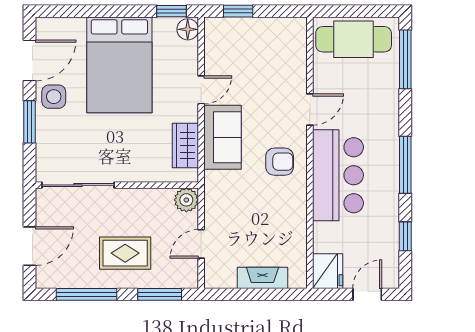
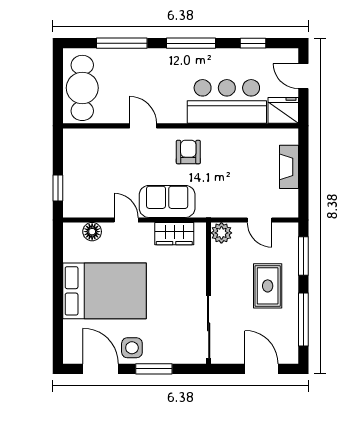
window: (172, 11) -> (58, 246), removed
floor lamp: (188, 29) -> (92, 232), moved
window: (405, 59) -> (122, 43), moved
bar counter: (338, 175) -> (227, 101), moved

